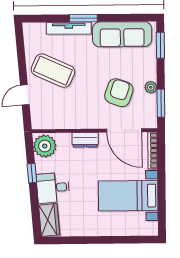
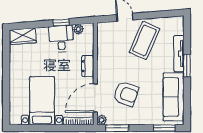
plant: (151, 87) -> (102, 120), moved
plant: (45, 146) -> (78, 29), width x0.53, depth x0.53
desk: (53, 188) -> (61, 39), moved

